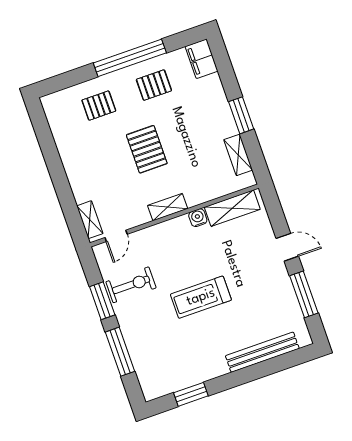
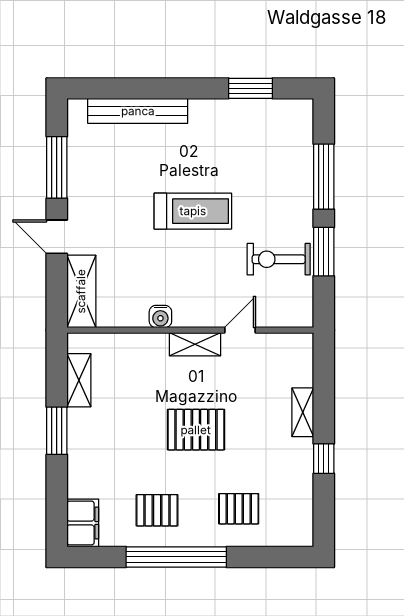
pallet: (147, 149) -> (196, 430), turned 90
window: (53, 160) -> (324, 459), added
shelving: (232, 208) -> (81, 291), moved, turned 90
shelving: (90, 220) -> (303, 412), moved
door: (116, 236) -> (240, 330), moved

